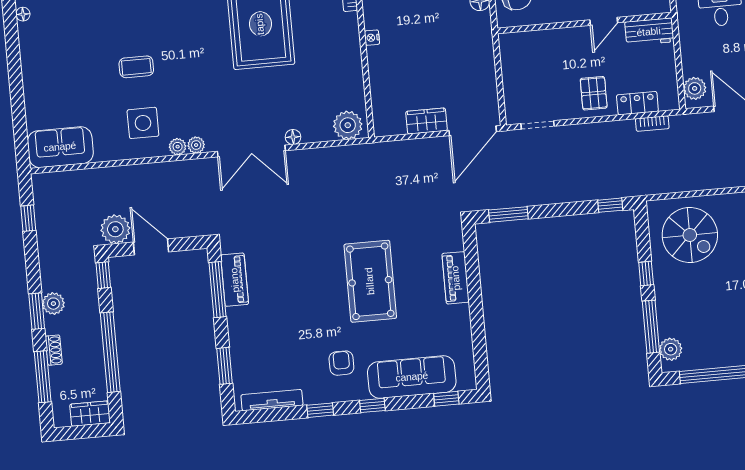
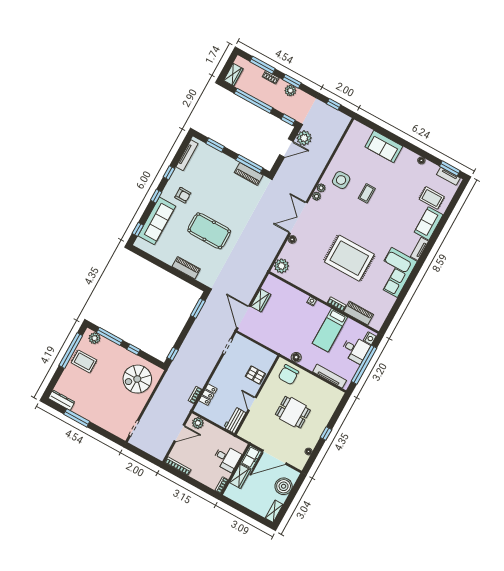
pallet: (594, 93) -> (255, 375), moved
sofa: (60, 147) -> (384, 147), moved, turned 90
rug: (720, 341) -> (84, 361), added

